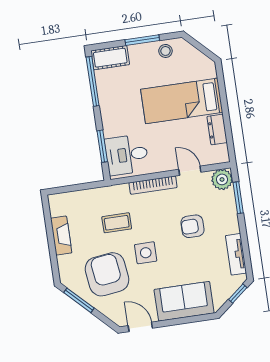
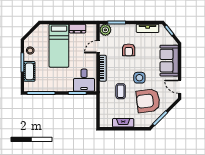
cot: (110, 58) -> (29, 71), moved
door: (140, 327) -> (180, 87), hinge flipped

